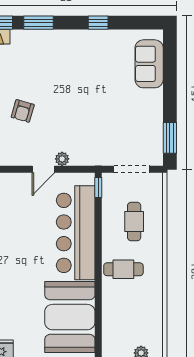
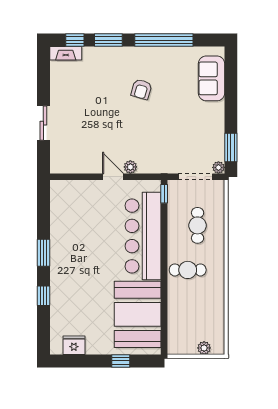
window: (98, 23) -> (164, 40), width x3.17
armchair: (23, 111) -> (141, 89), moved
plant: (157, 159) -> (218, 167), added
door: (43, 169) -> (113, 177), swing flipped

